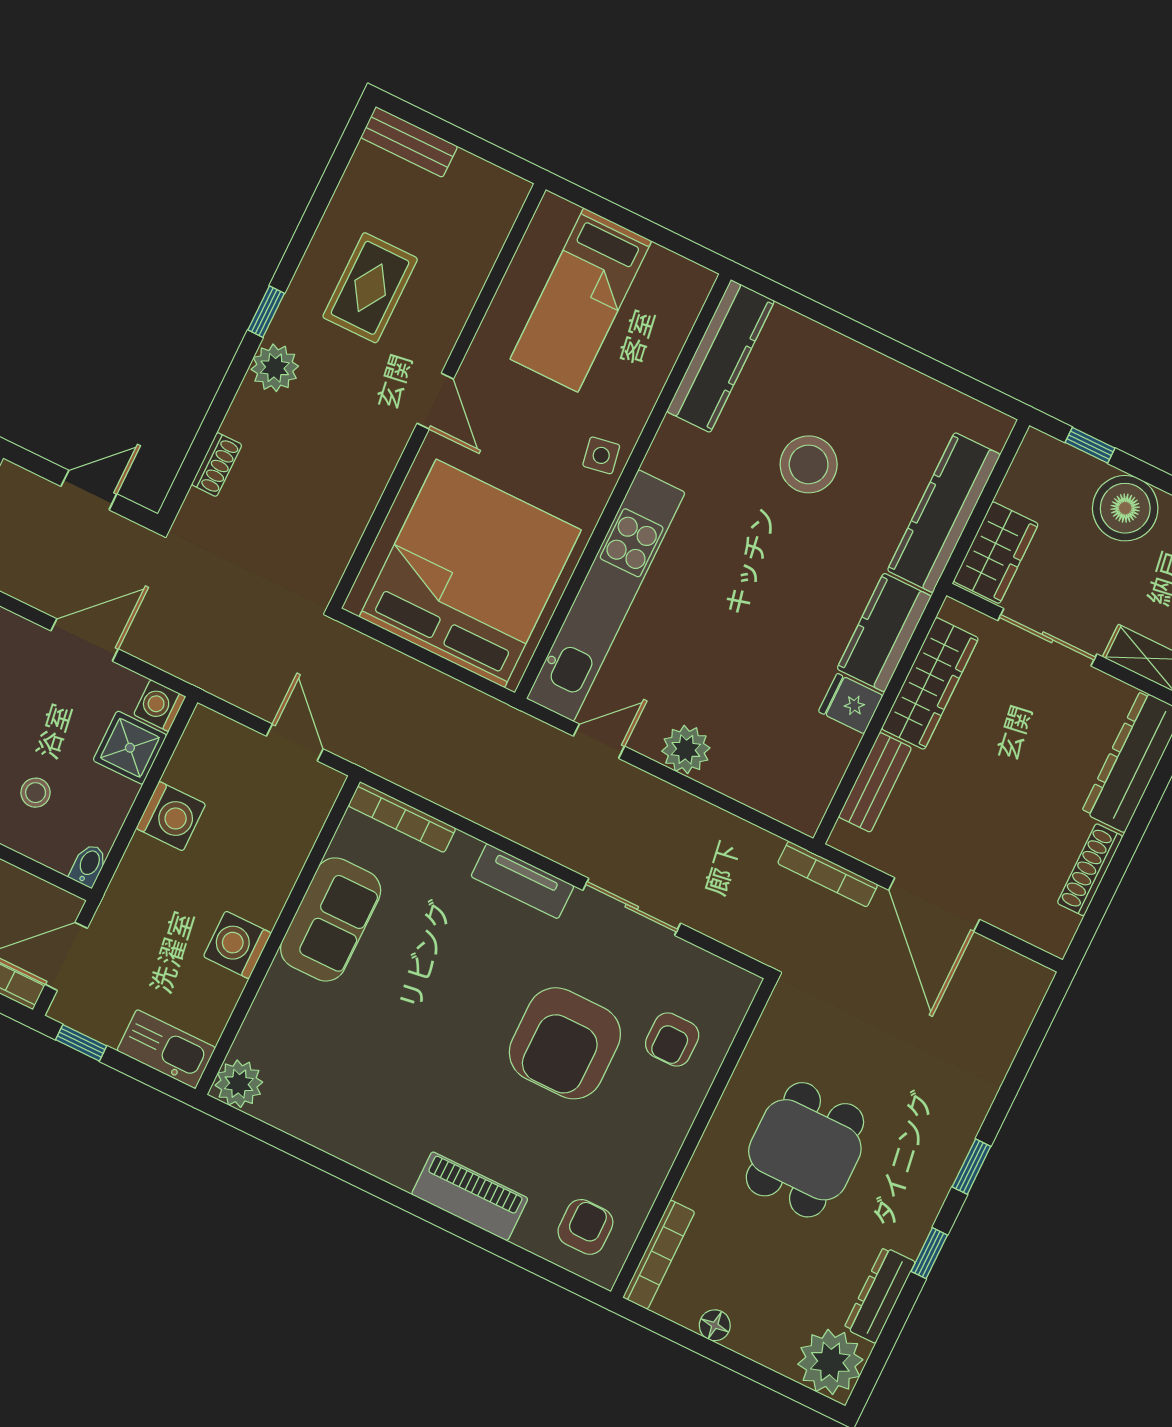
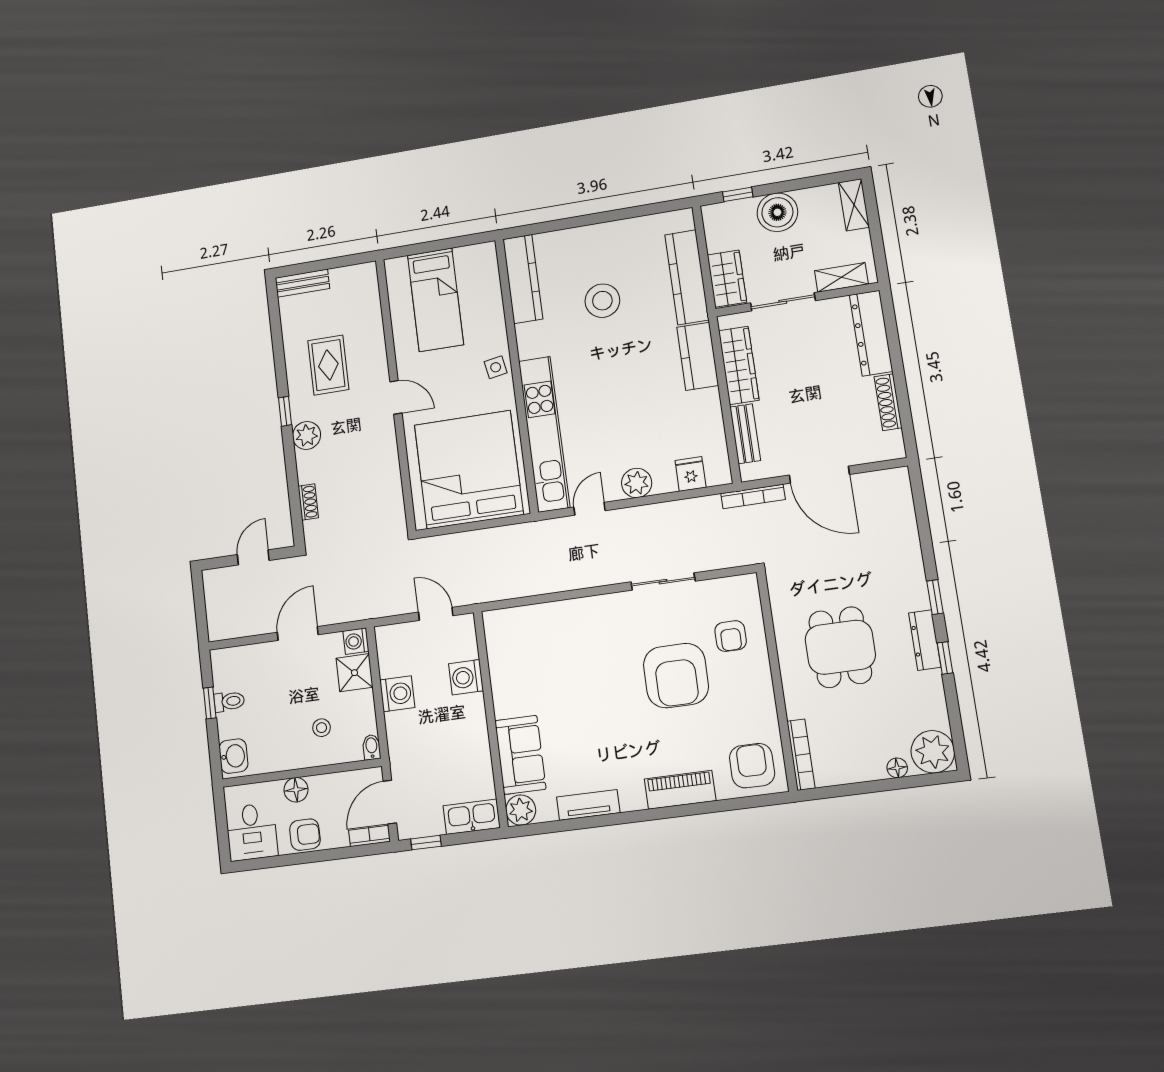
fridge: (851, 704) -> (691, 474), moved, turned 90
bookcase: (402, 817) -> (515, 615), removed
tv unit: (522, 881) -> (588, 805), moved, turned 180
sofa: (331, 919) -> (520, 755), moved
washing machine: (237, 945) -> (466, 677), moved
armchair: (585, 1227) -> (752, 766), width x1.38, depth x1.38
dresser: (880, 1295) -> (925, 640), moved
floor lamp: (715, 1325) -> (897, 768), moved

